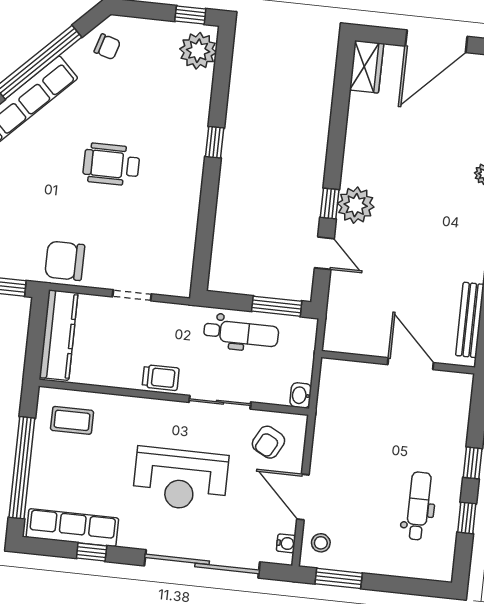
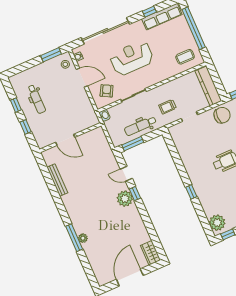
wall: (398, 362) -> (70, 138), moved
door: (411, 364) -> (65, 140), moved
trolley: (161, 378) -> (168, 107), moved

